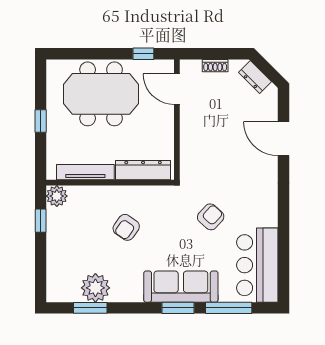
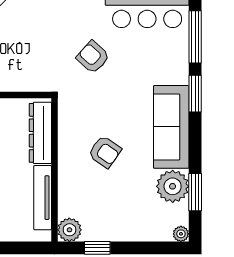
sofa: (181, 287) -> (171, 127), moved
plant: (53, 295) -> (181, 234), added

